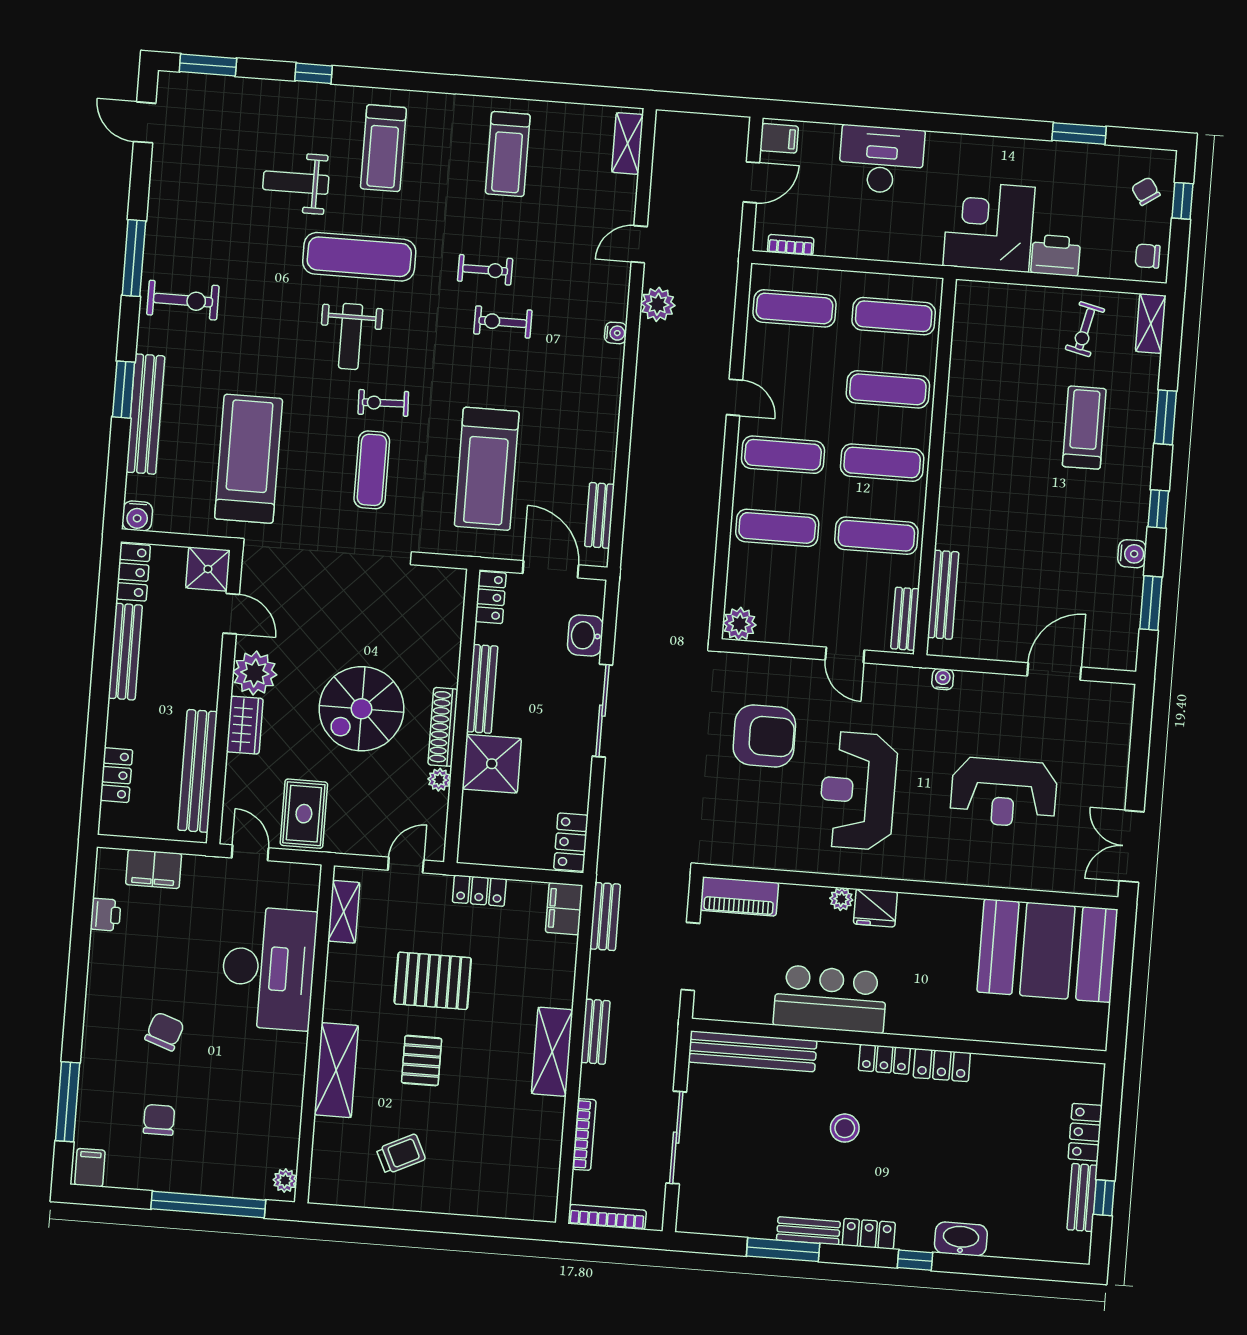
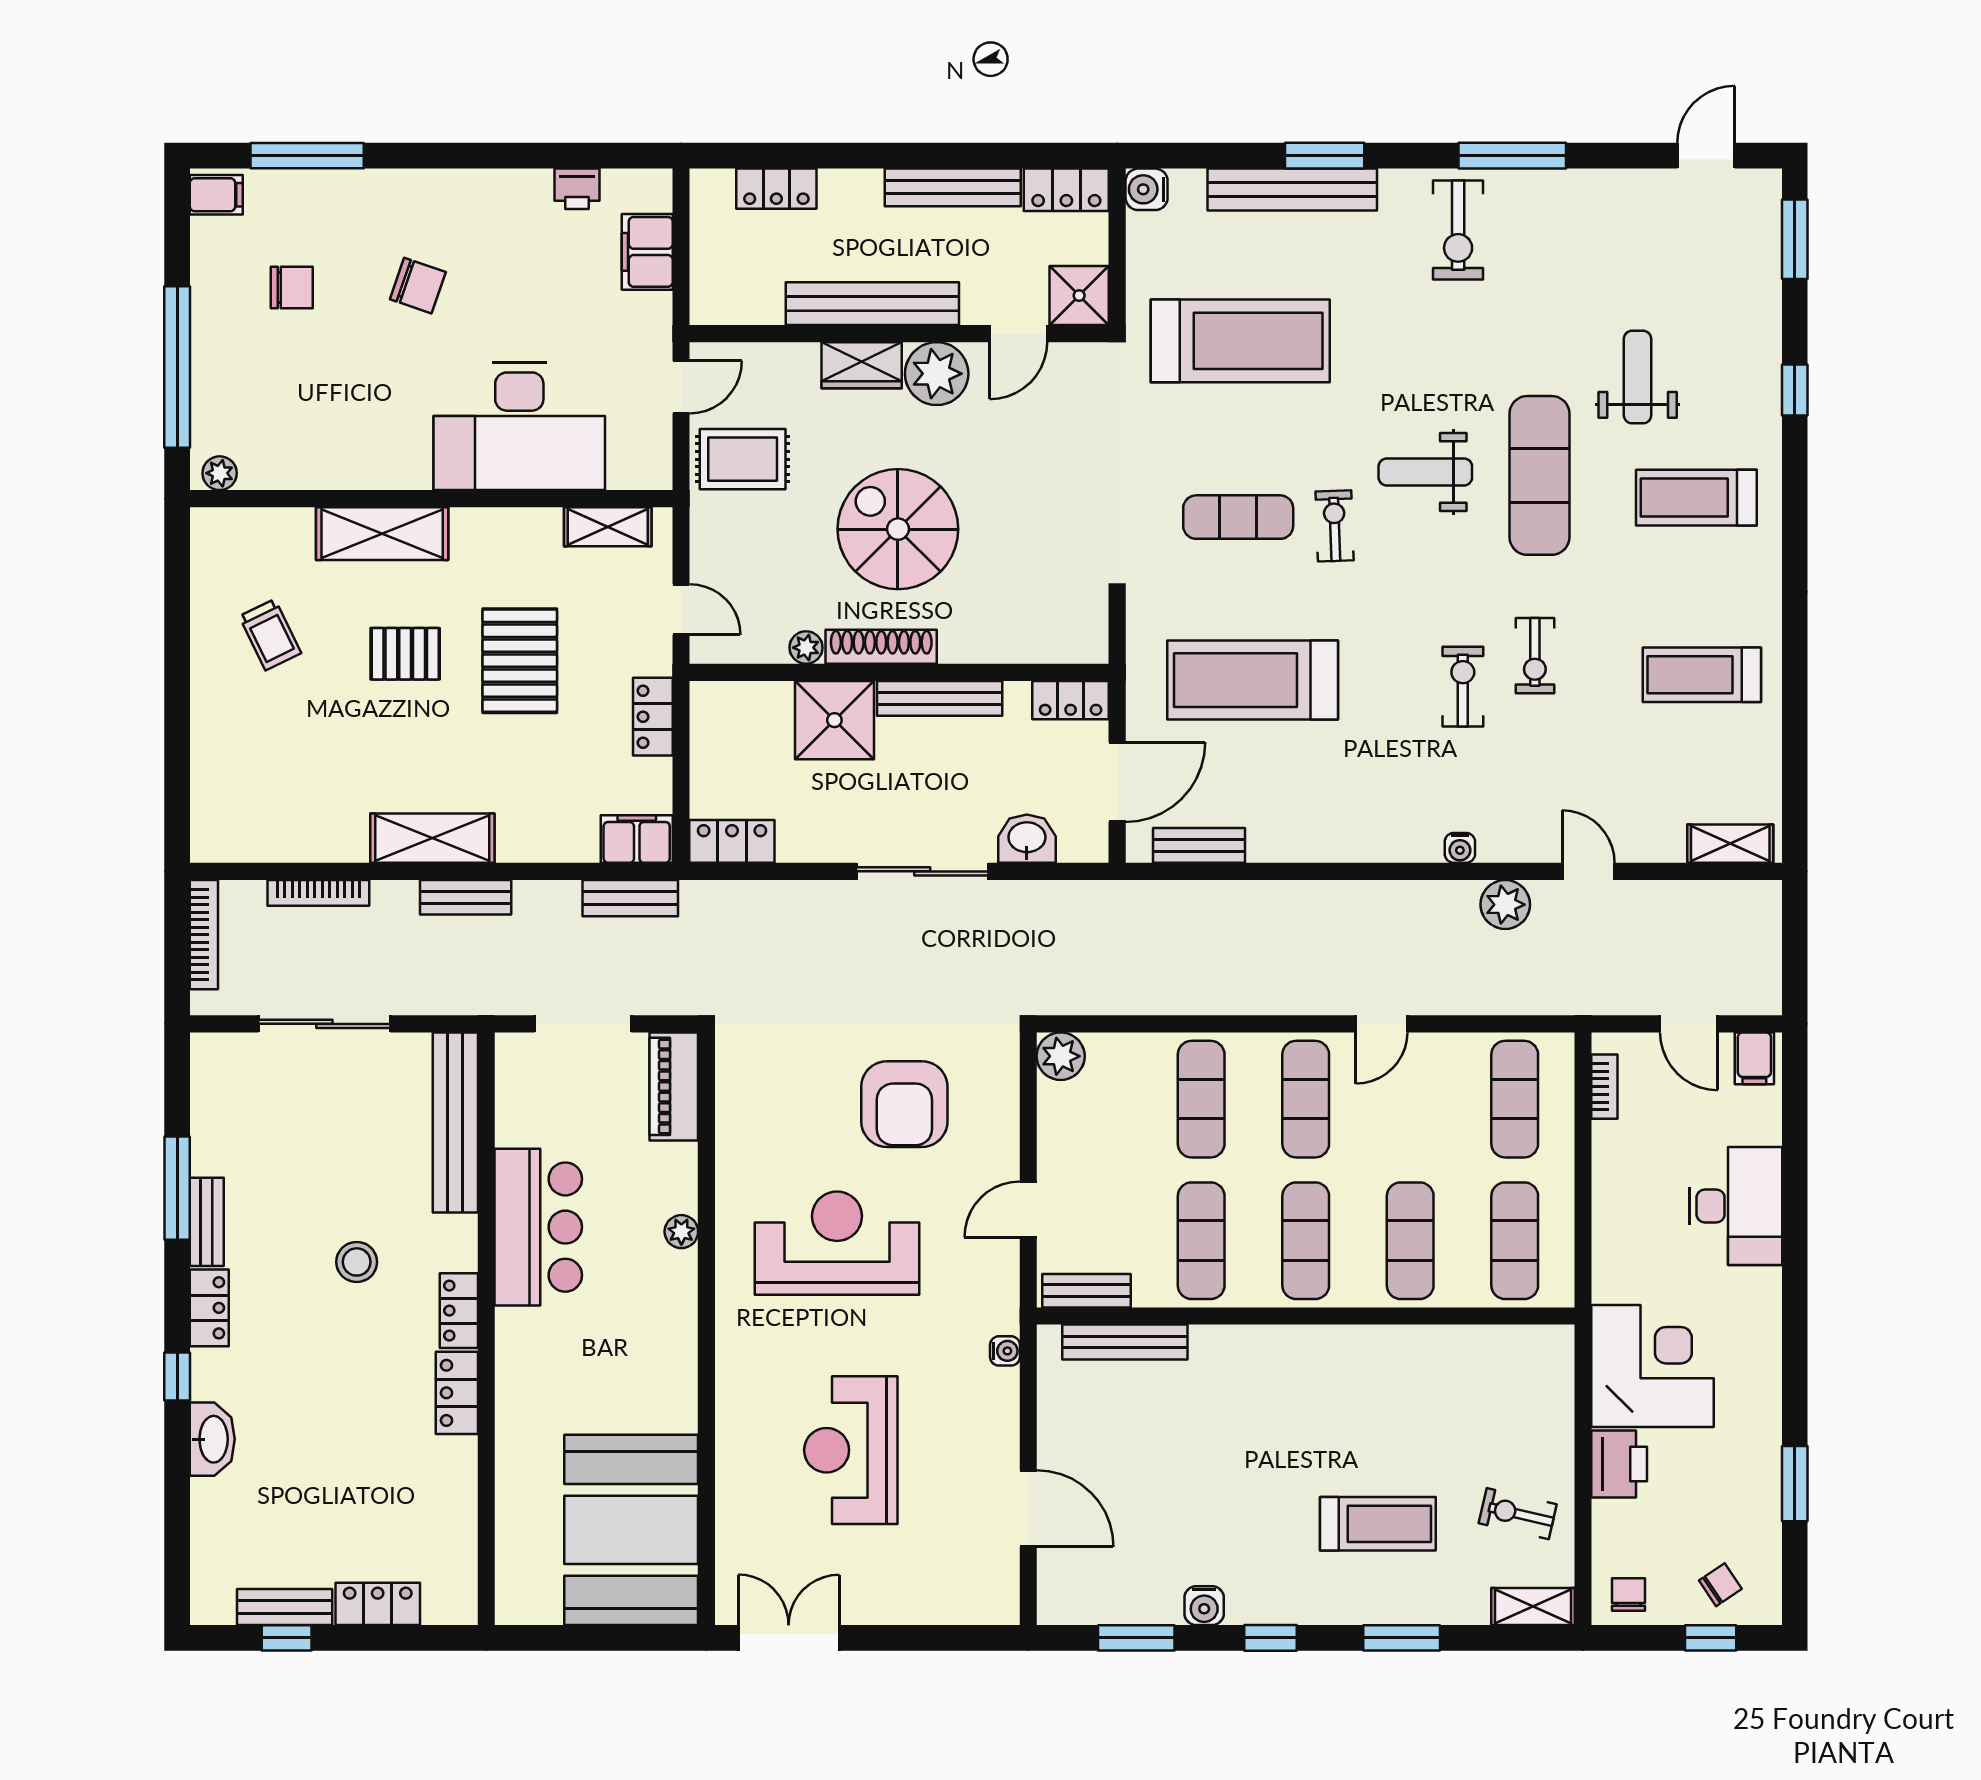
bench: (198, 771) -> (872, 304), moved
fridge: (875, 908) -> (673, 1281), removed

